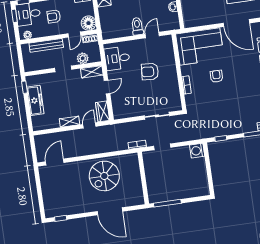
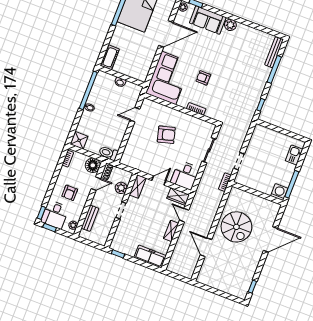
toilet: (137, 26) -> (108, 153), moved
door: (74, 35) -> (96, 184), hinge flipped
door: (152, 35) -> (135, 115), hinge flipped
bench: (46, 45) -> (90, 218), width x0.73
desk: (117, 58) -> (185, 175), moved
armchair: (150, 72) -> (166, 135), turned -109
door: (107, 87) -> (159, 181), hinge flipped
freezer: (35, 100) -> (150, 257), moved
washing machine: (197, 151) -> (279, 192), moved, turned 180
door: (55, 162) -> (206, 247), moved
kitchen sink: (194, 191) -> (294, 155), added

